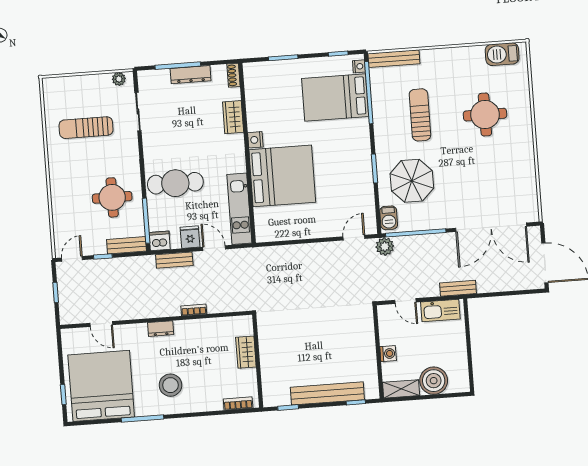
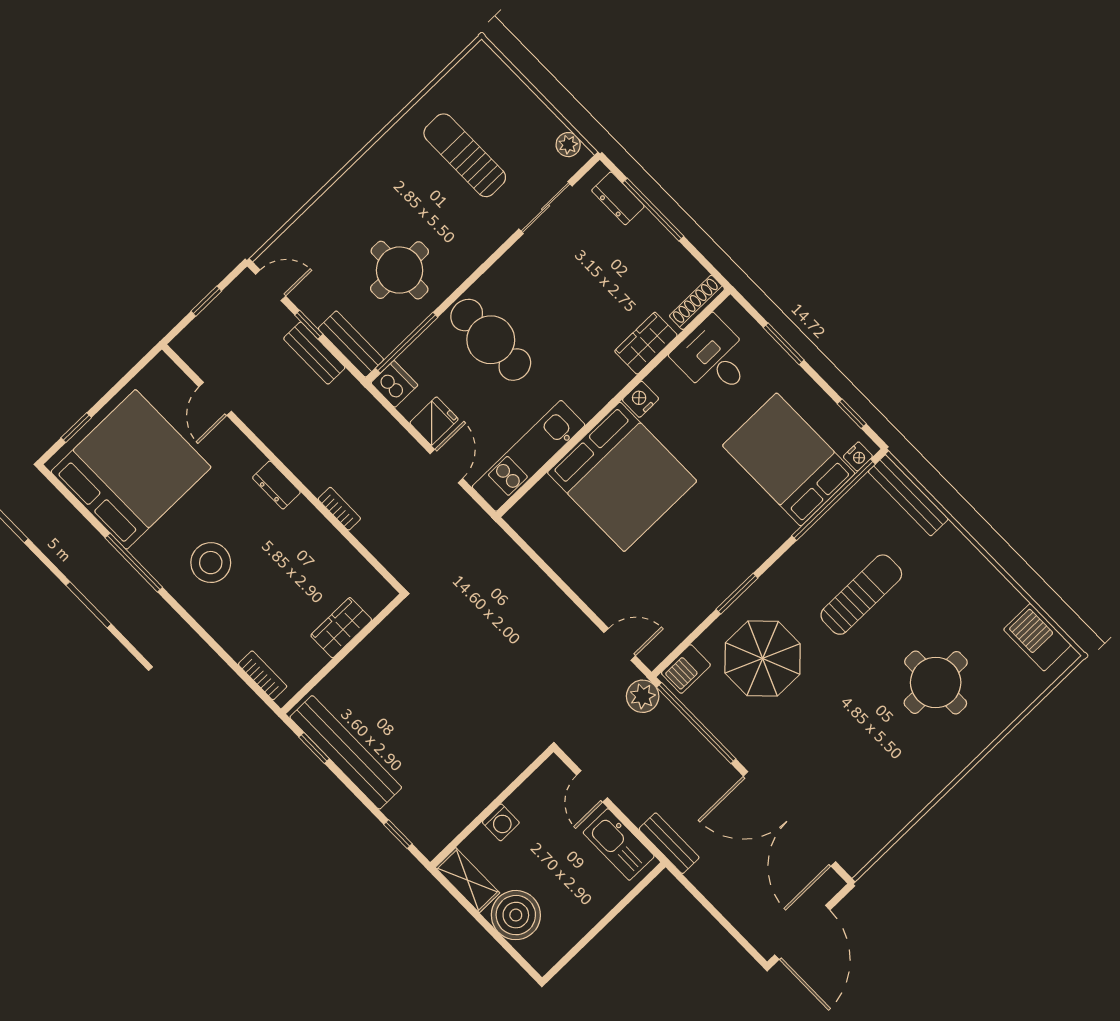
dresser: (191, 75) -> (618, 198), moved, width x0.70
shoe rack: (234, 75) -> (697, 302), width x1.43
desk: (264, 93) -> (714, 358), added
bench: (174, 260) -> (314, 353), moved
bench: (327, 393) -> (346, 752), moved

